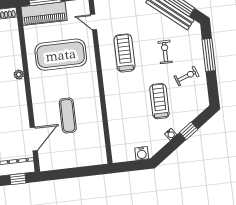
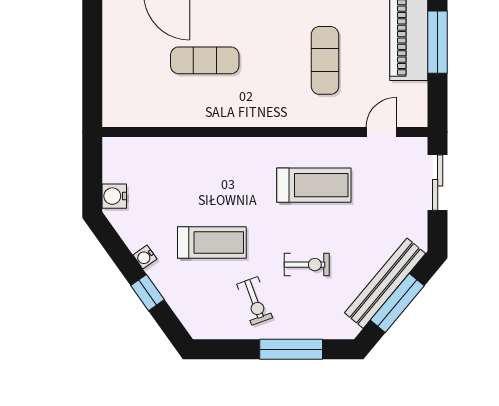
exercise mat: (61, 55) -> (325, 60), width x0.50, depth x0.69

